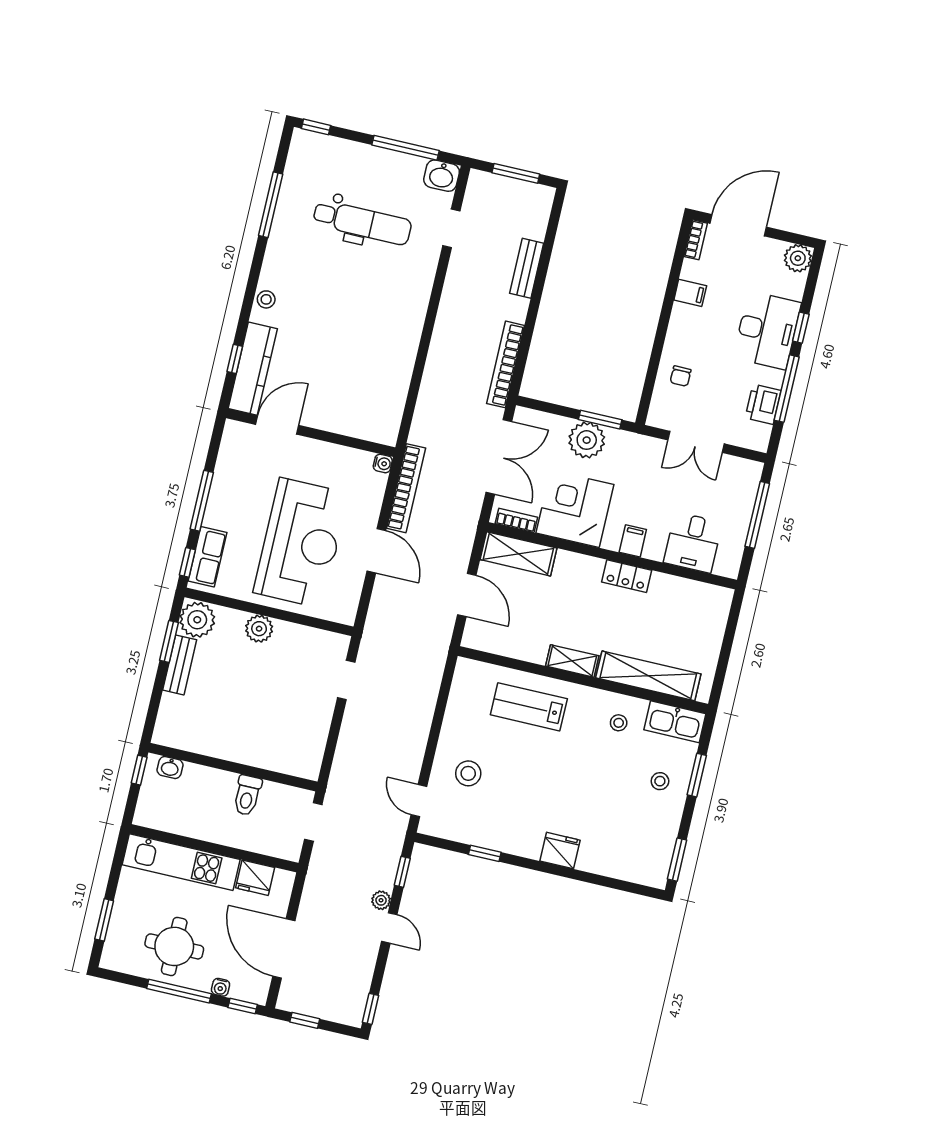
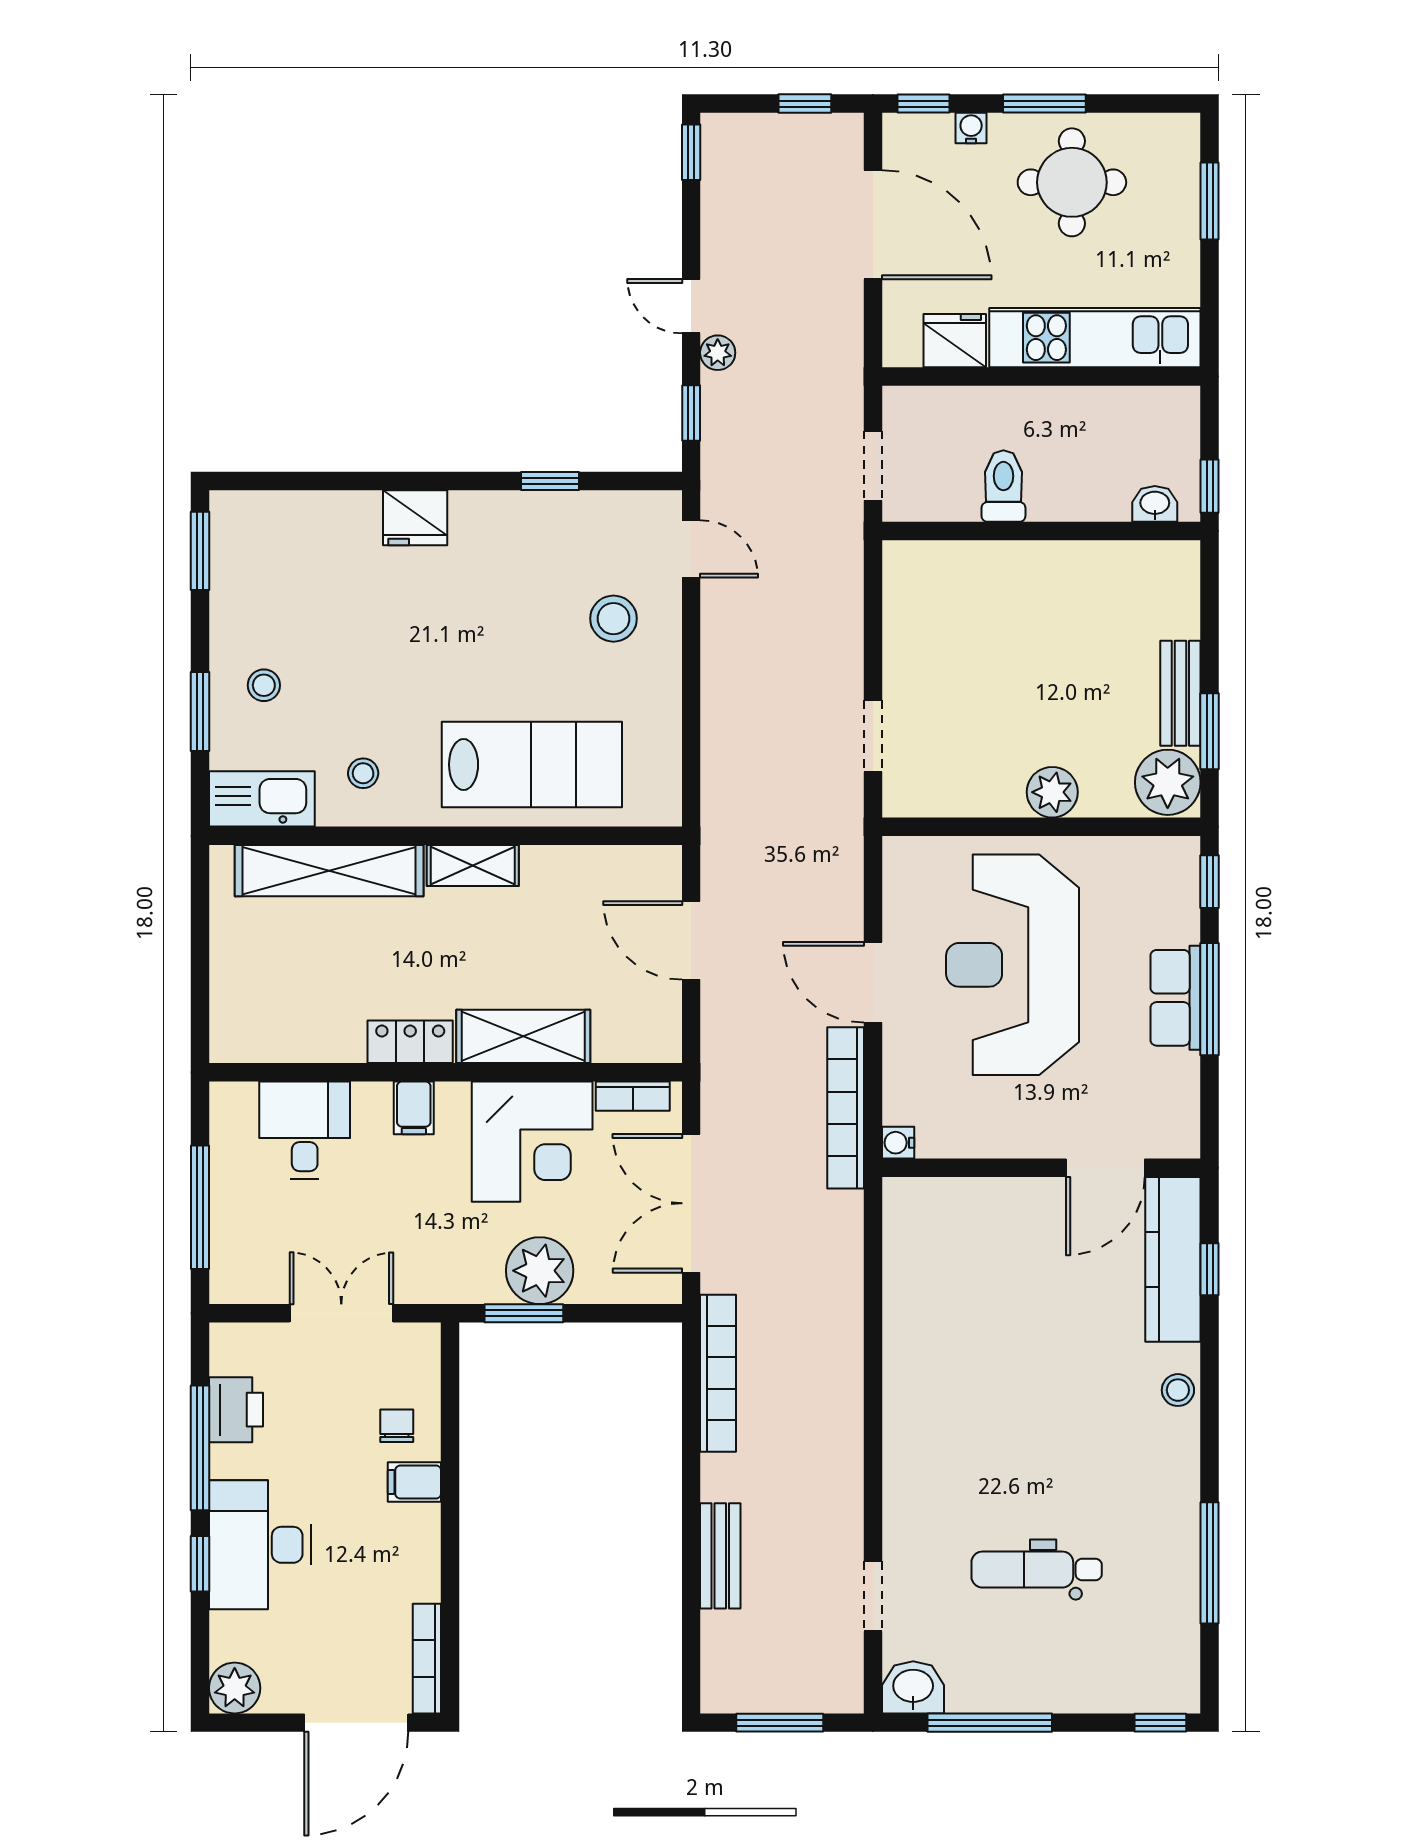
dental chair: (362, 222) -> (1037, 1570), width x0.73, depth x0.72
bookcase: (696, 240) -> (427, 1659), width x1.56
filing cabinet: (690, 293) -> (414, 1482), moved
shelving: (518, 554) -> (523, 1036), moved
row of seats: (208, 557) -> (1176, 998), moved
lab bench: (529, 707) -> (532, 764), width x1.36, depth x1.39
window: (179, 991) -> (1044, 104), width x0.69

